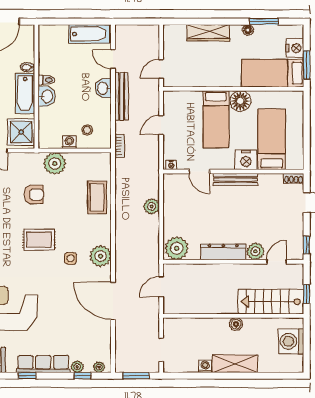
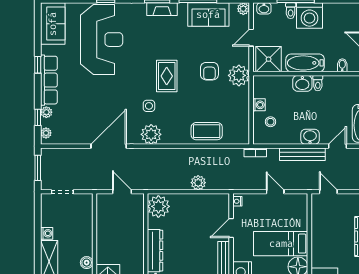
bidet: (28, 67) -> (342, 65), moved
plant: (55, 164) -> (239, 75), moved

